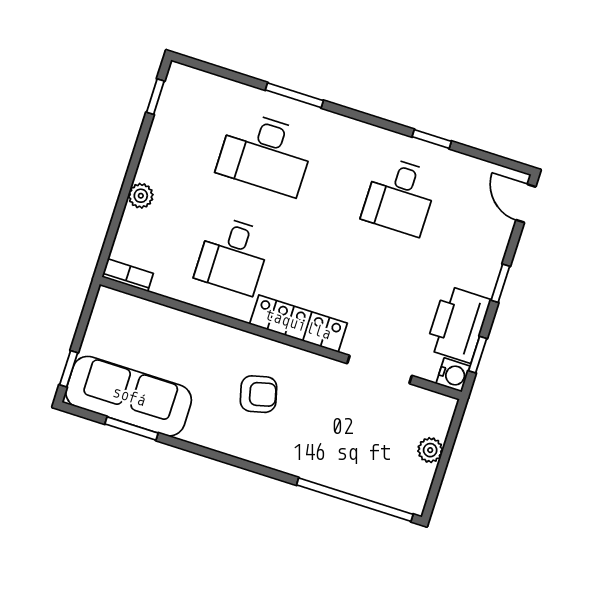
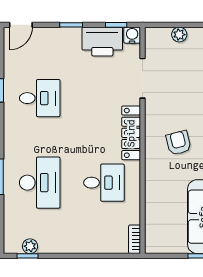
plant: (141, 196) -> (30, 246), moved

